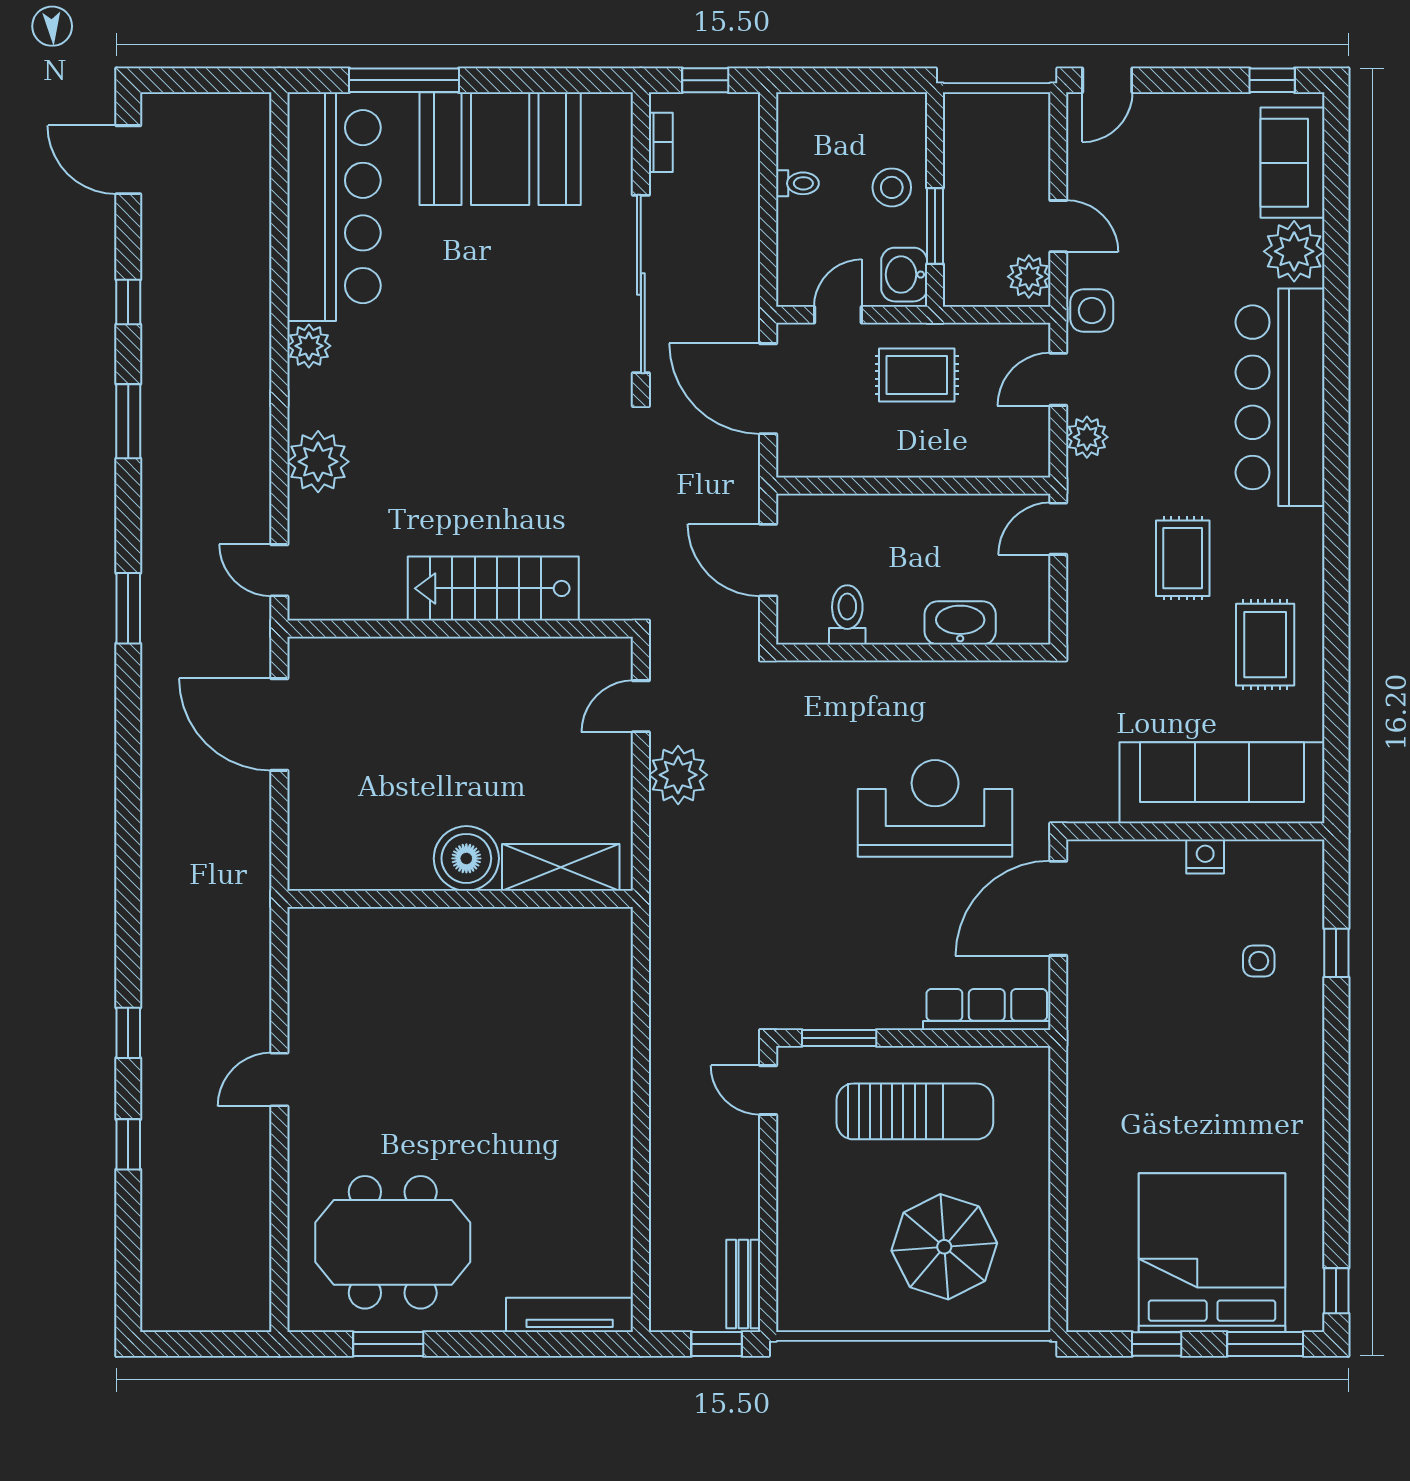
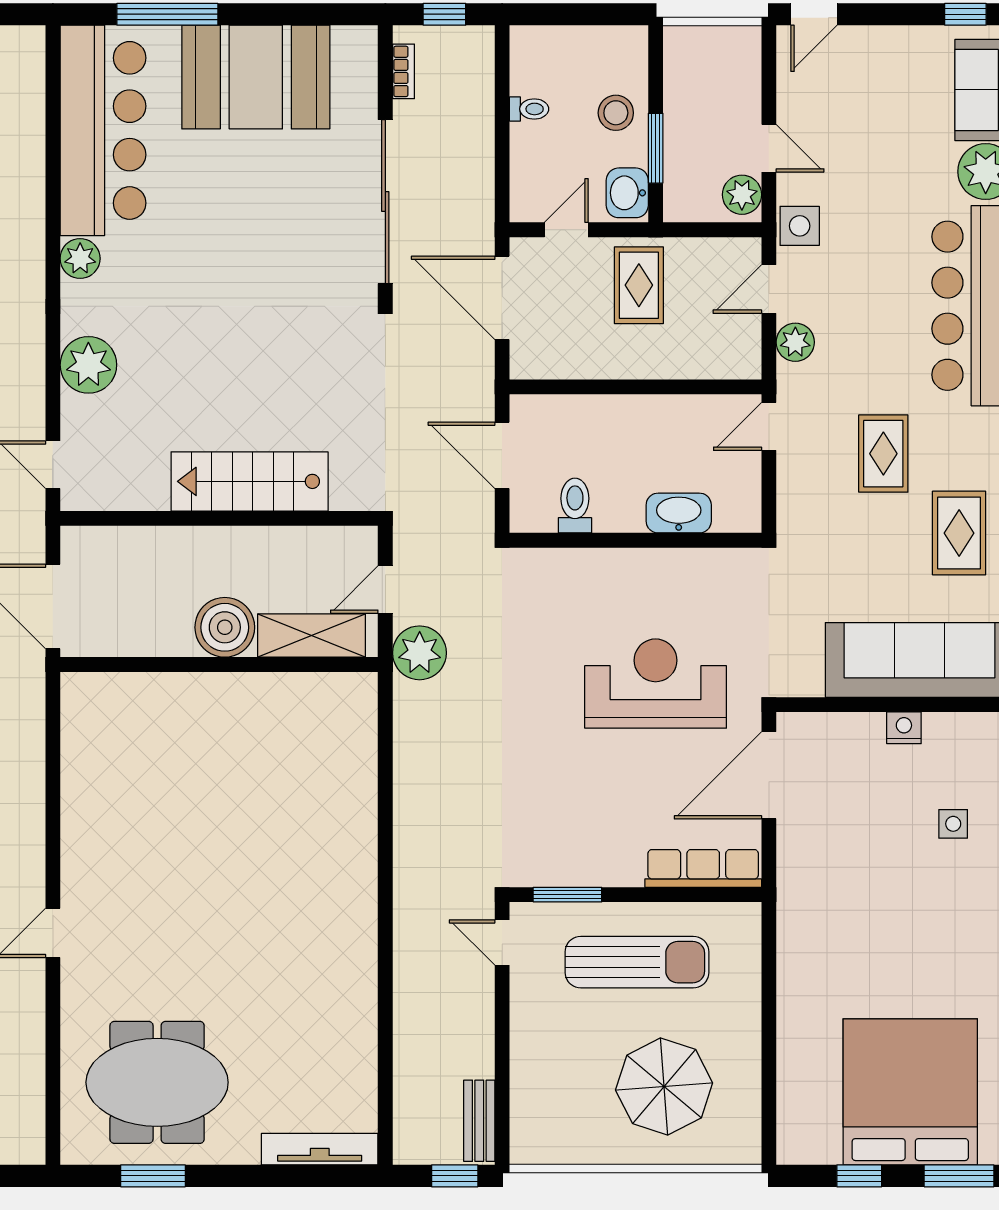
rug: (917, 375) -> (639, 285), turned 90
boiler: (466, 858) -> (225, 627), moved
shelving: (561, 867) -> (312, 636), moved
wall: (460, 899) -> (219, 664), moved

